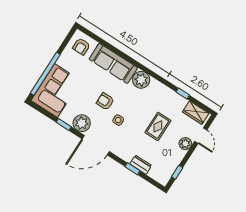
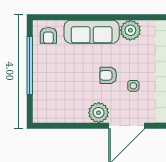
window: (45, 74) -> (30, 66), moved
corner sofa: (56, 91) -> (51, 96), removed
window: (64, 125) -> (81, 126), removed

